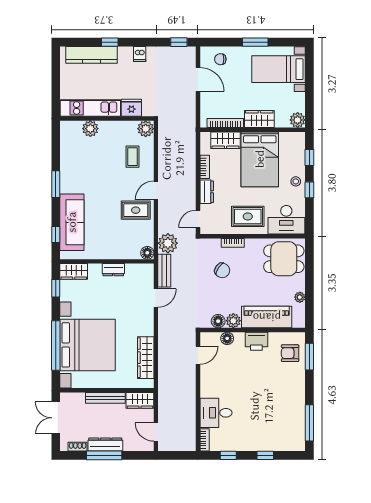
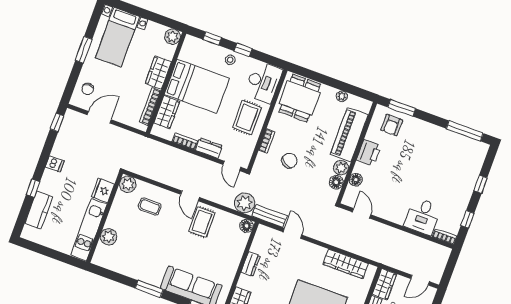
kitchen counter: (91, 55) -> (39, 210), width x0.67

